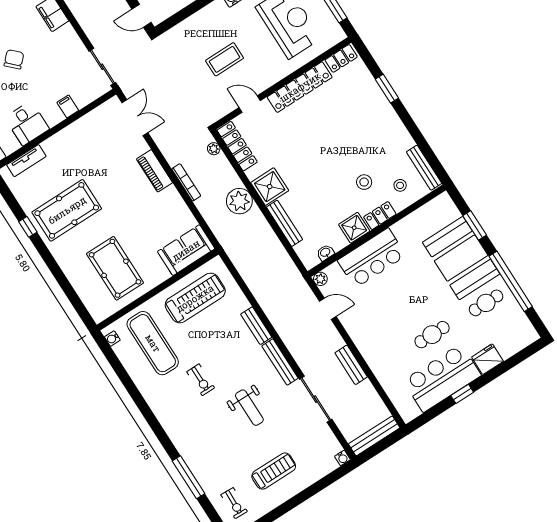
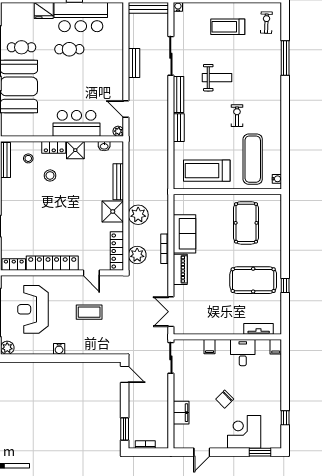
plant: (214, 149) -> (137, 255), width x1.87, depth x1.87
sofa: (186, 250) -> (185, 234), moved, turned -90
weight bench: (249, 408) -> (217, 78), turned 90

